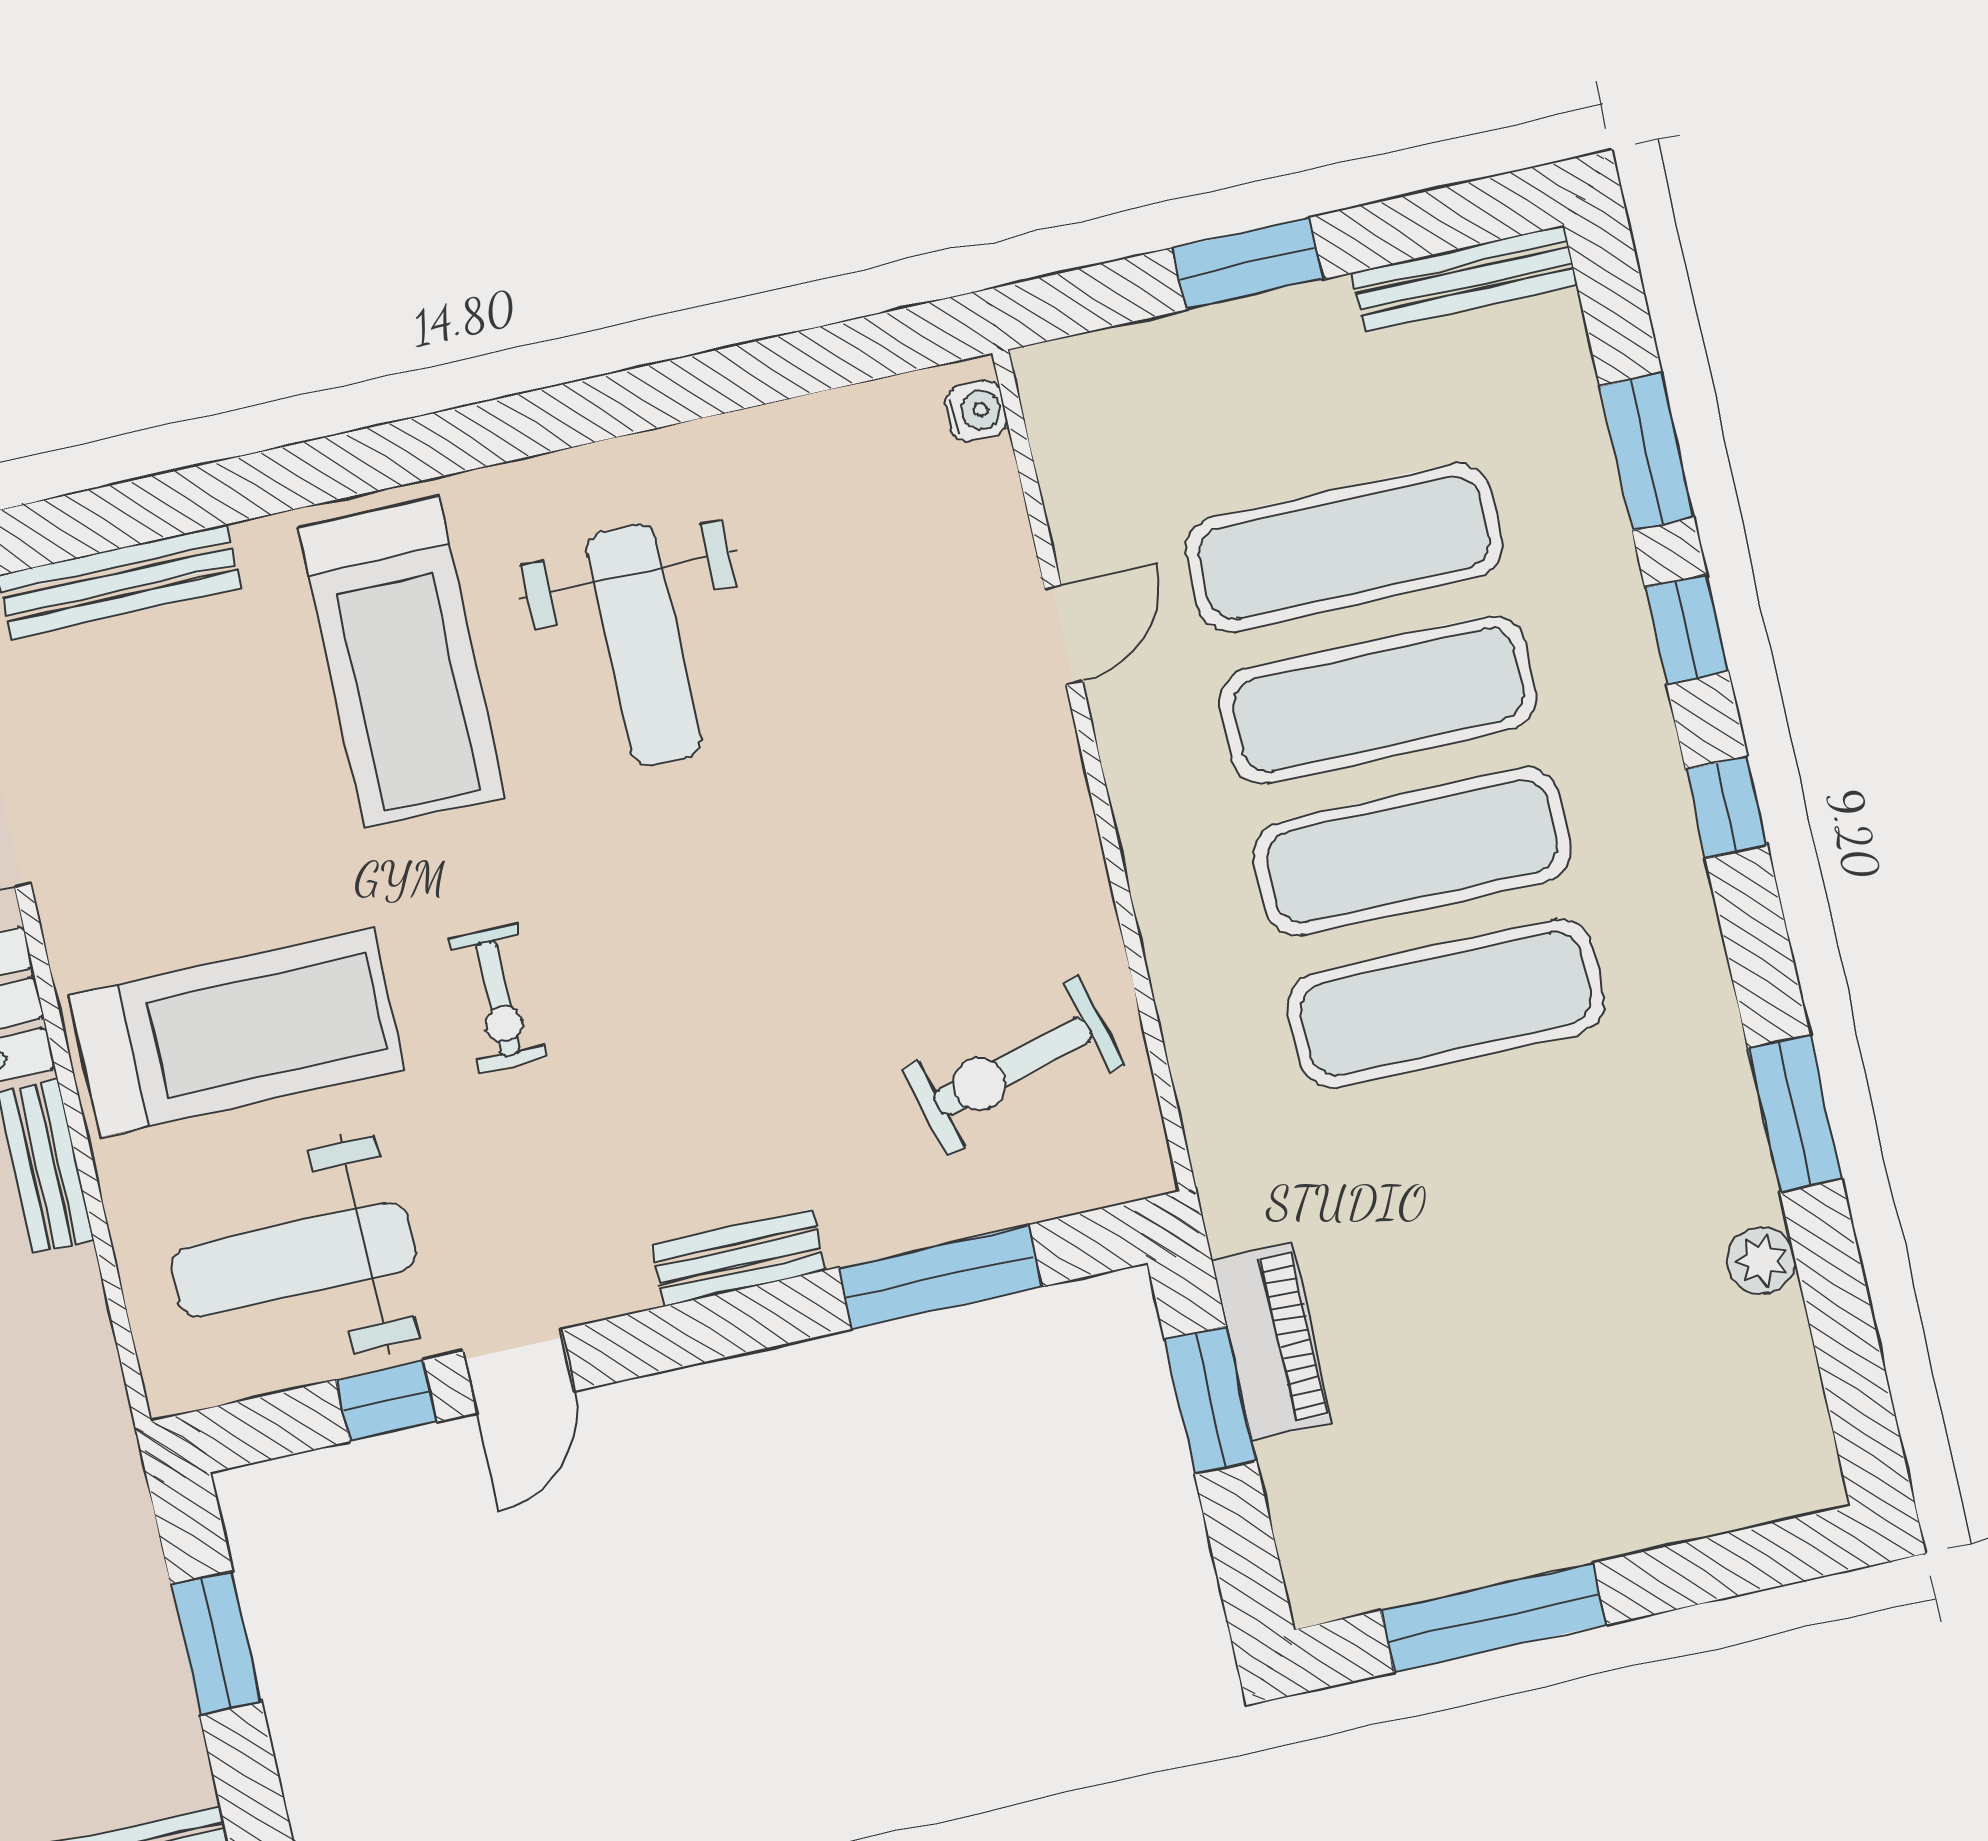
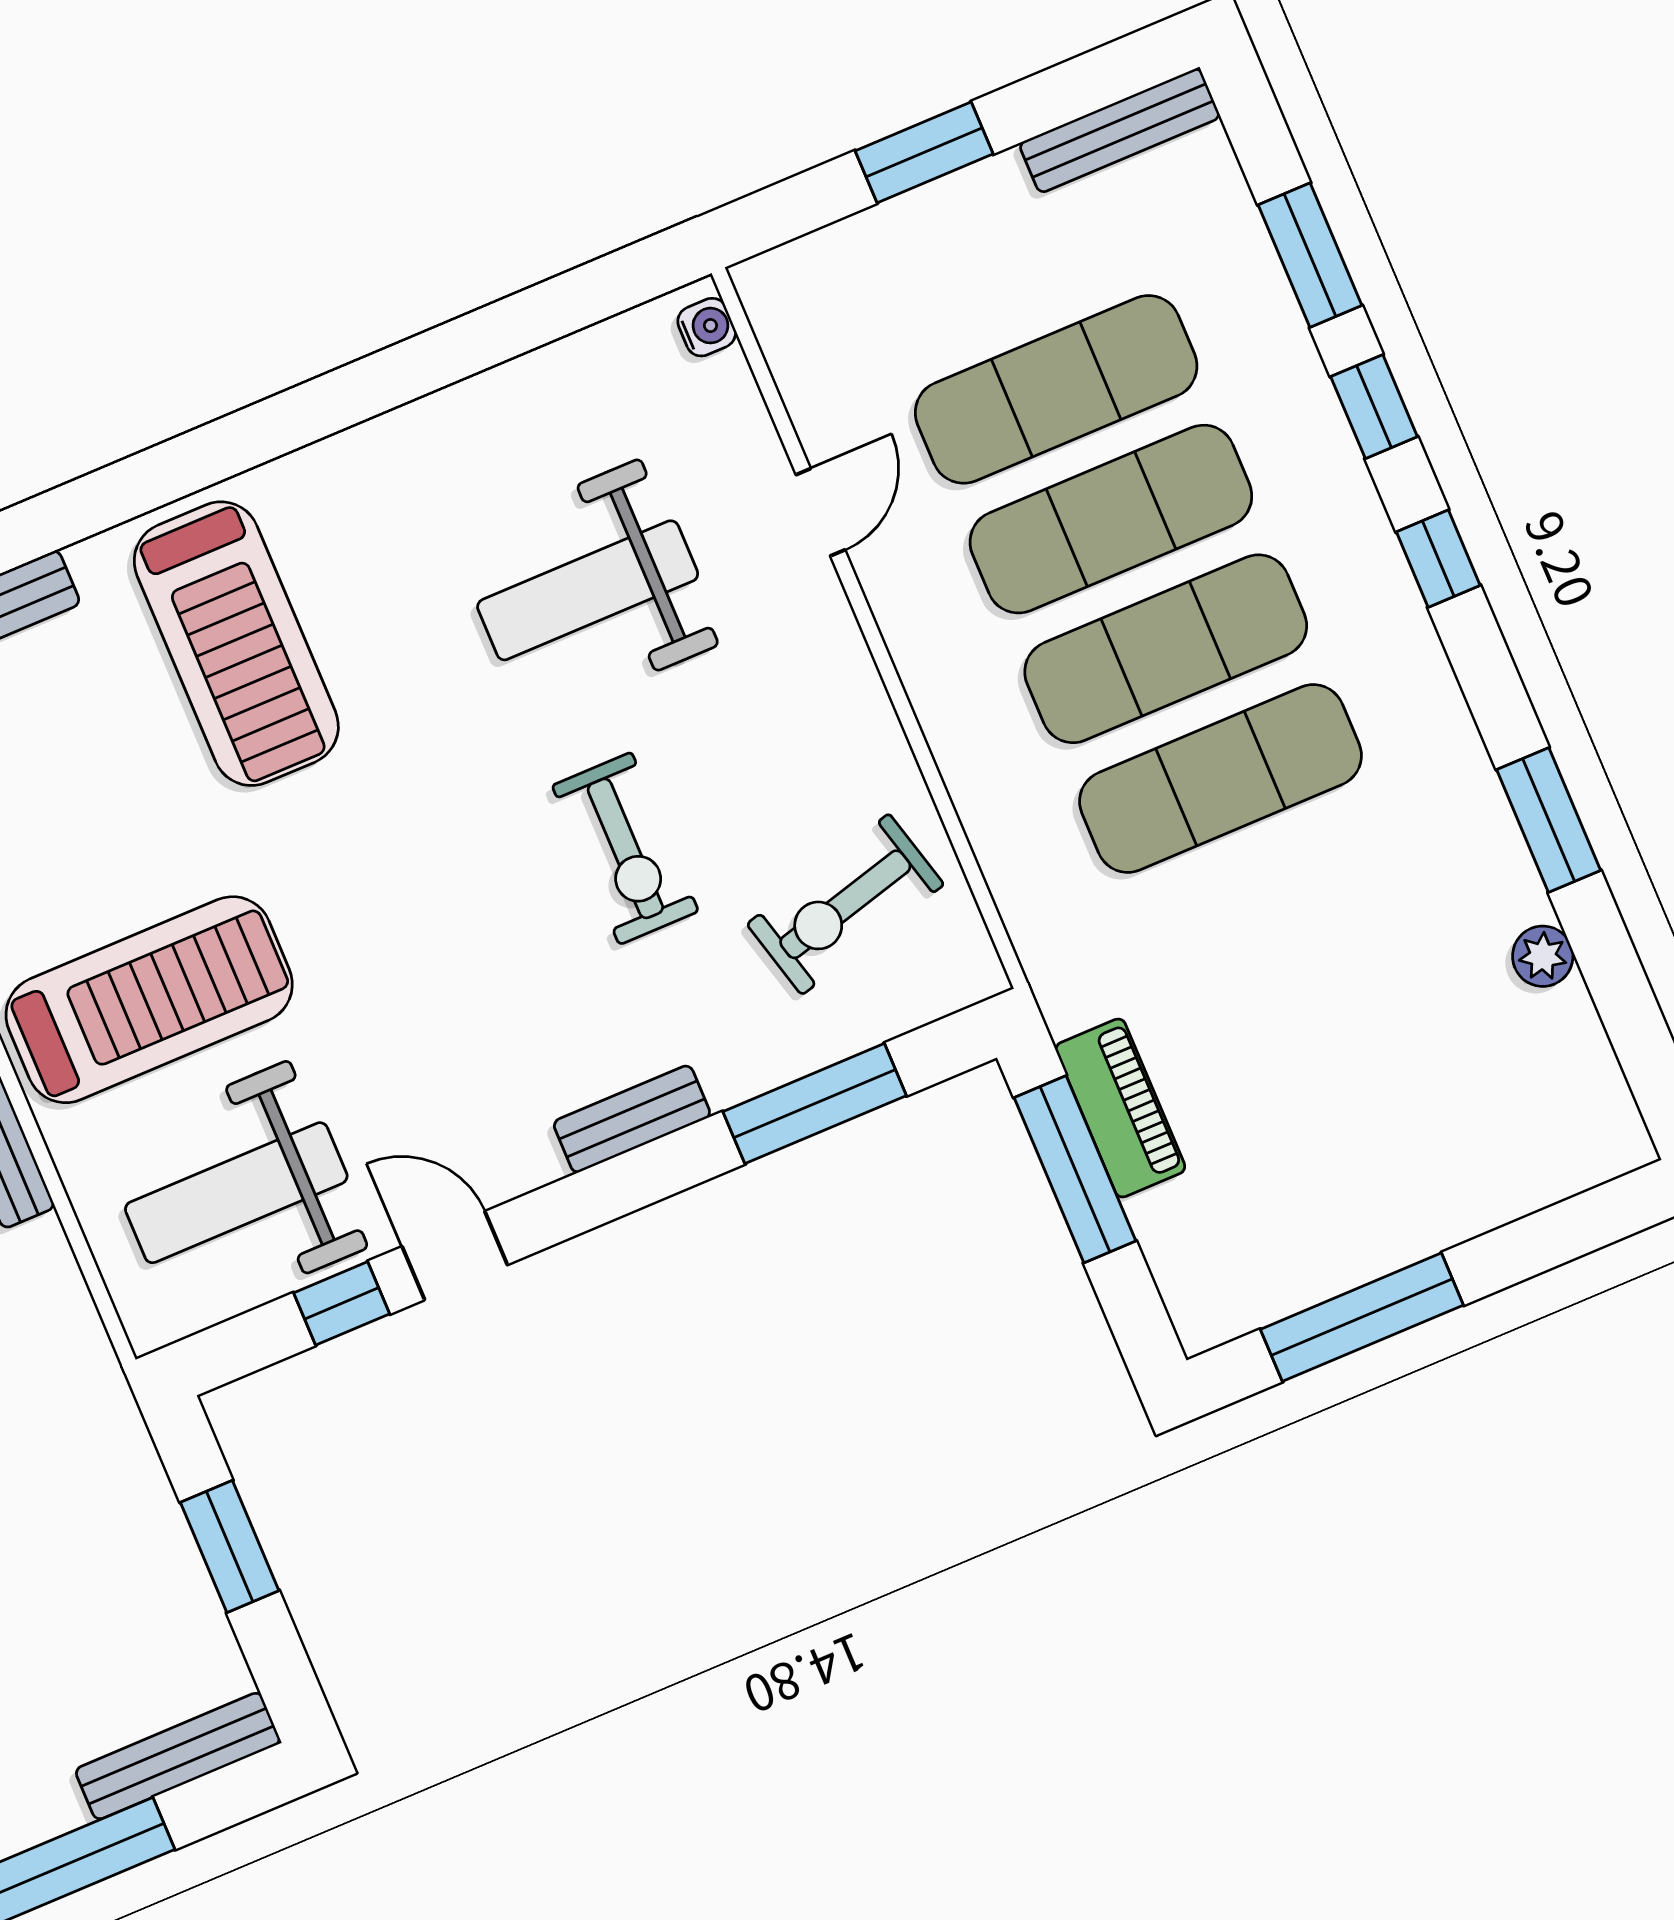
weight bench: (644, 645) -> (588, 590), moved, turned 90
exercise bike: (498, 998) -> (625, 848), moved, width x1.38, depth x1.39
door: (519, 1371) -> (455, 1256), swing flipped
window: (1210, 1400) -> (1075, 1169), width x1.44

